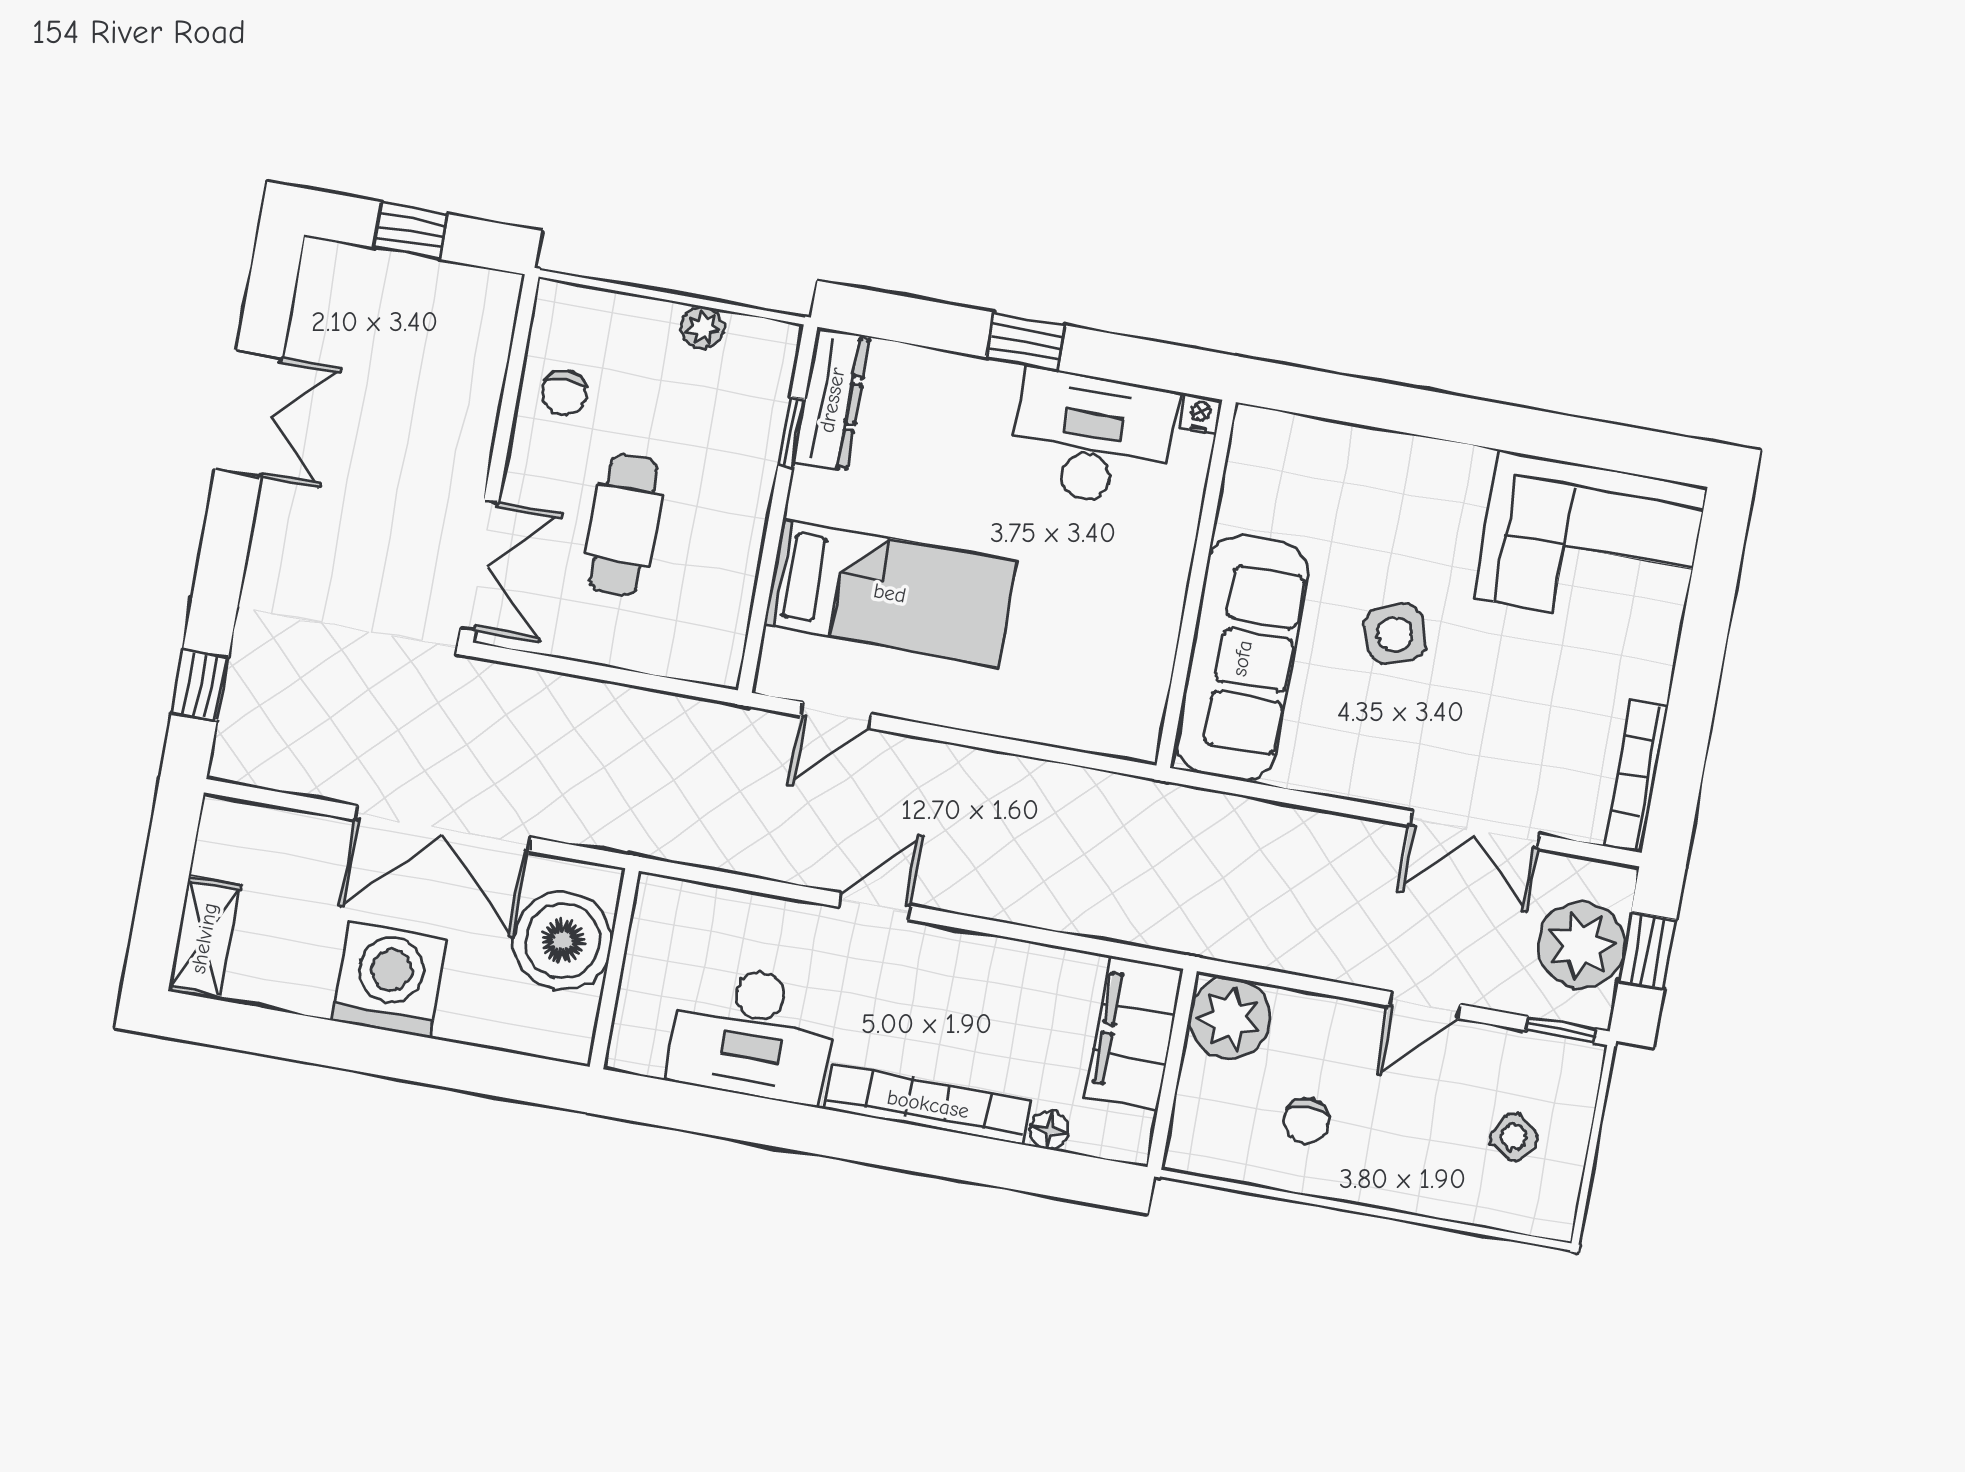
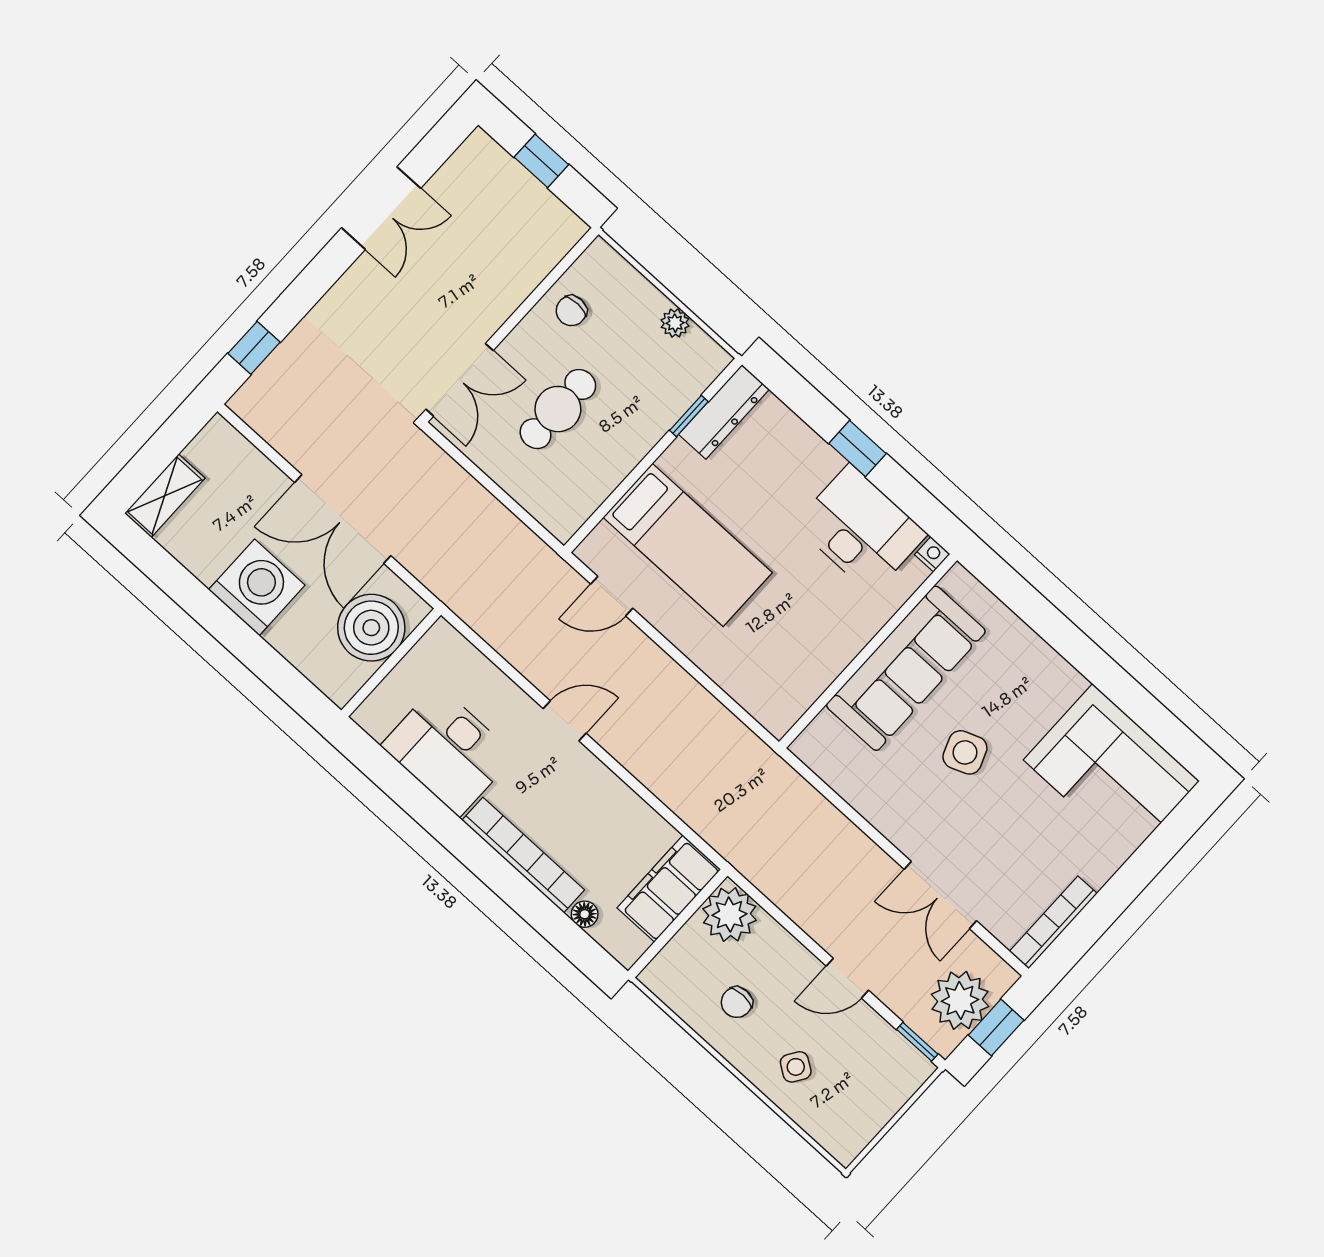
sofa: (1242, 658) -> (906, 668), moved
side table: (1514, 1137) -> (796, 1067), moved

